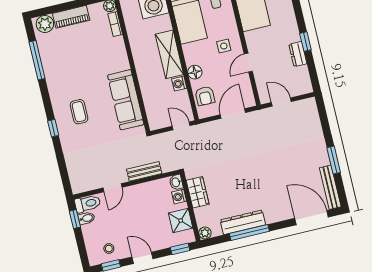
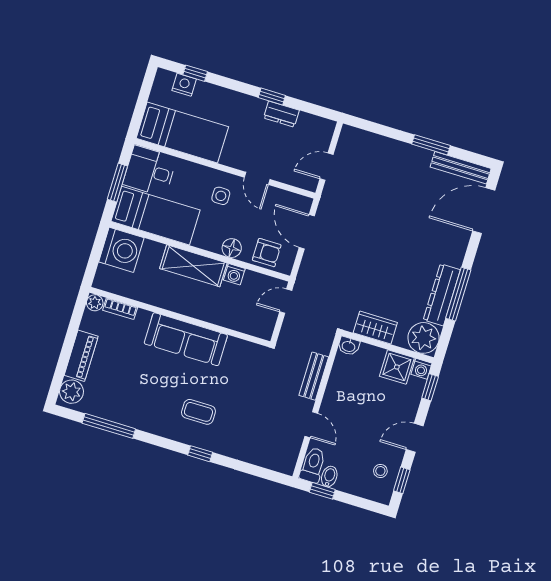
sofa: (126, 100) -> (186, 339), moved
washing machine: (179, 197) -> (421, 369), moved
plant: (205, 233) -> (424, 338), width x1.87, depth x1.87

